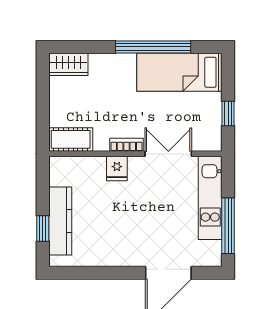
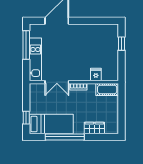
wardrobe: (68, 64) -> (94, 128), moved
window: (228, 113) -> (26, 118), moved
fridge: (117, 168) -> (96, 74), moved
kitchen counter: (60, 221) -> (113, 48), removed

